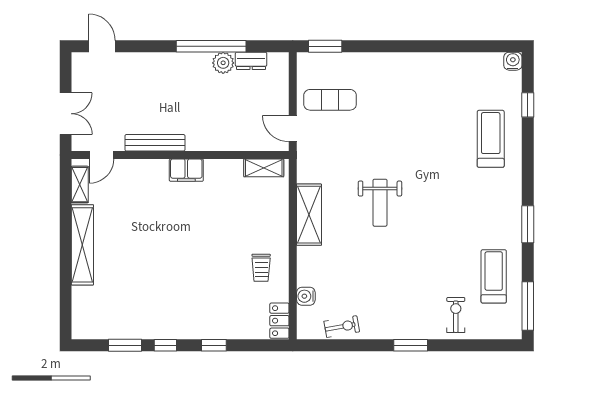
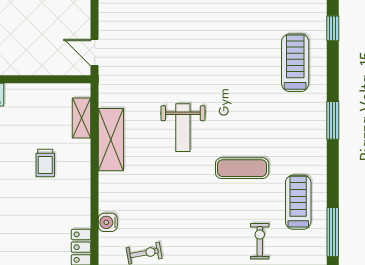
exercise mat: (330, 100) -> (242, 168), moved
shelving: (264, 168) -> (82, 118), moved, turned 90
window: (528, 224) -> (333, 120), moved
trolley: (261, 268) -> (45, 163), moved

